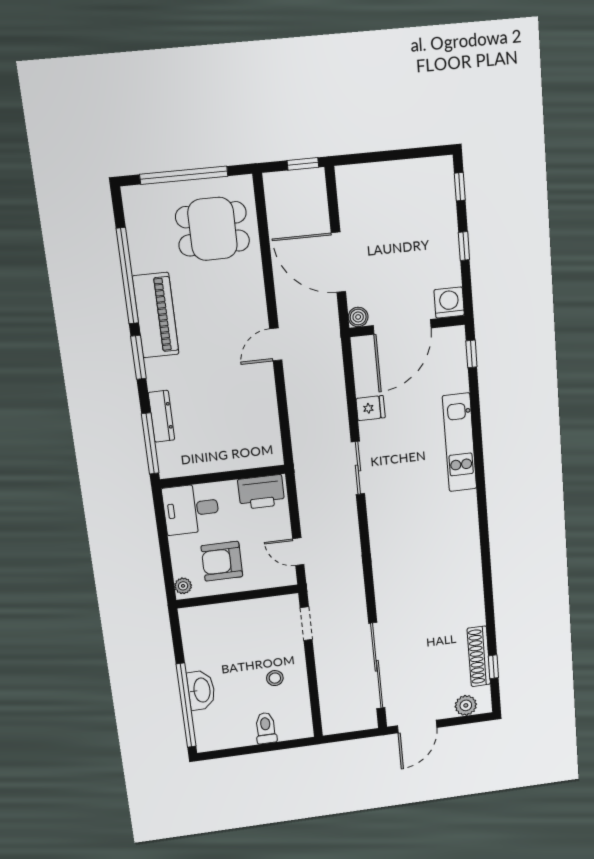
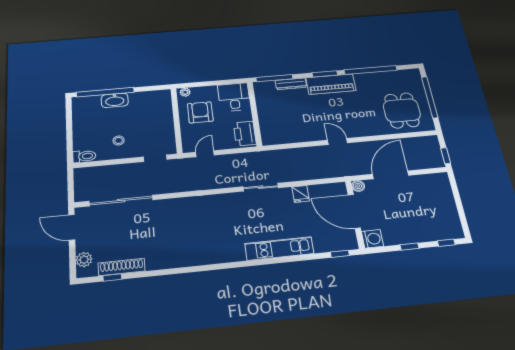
piano: (156, 315) -> (331, 84), moved
toilet: (266, 728) -> (84, 156), moved

